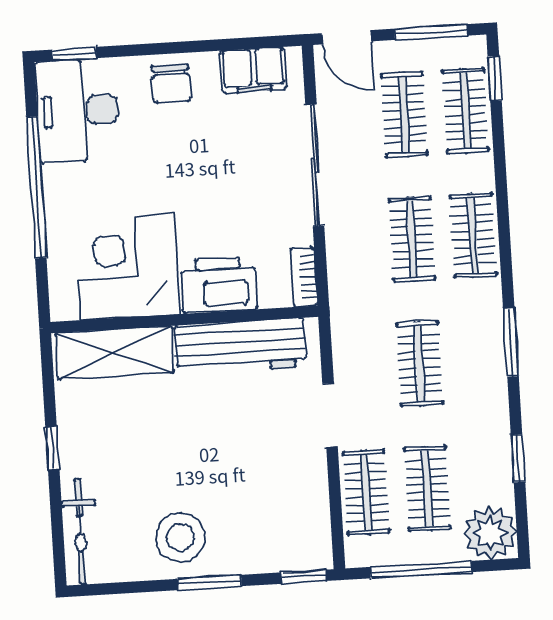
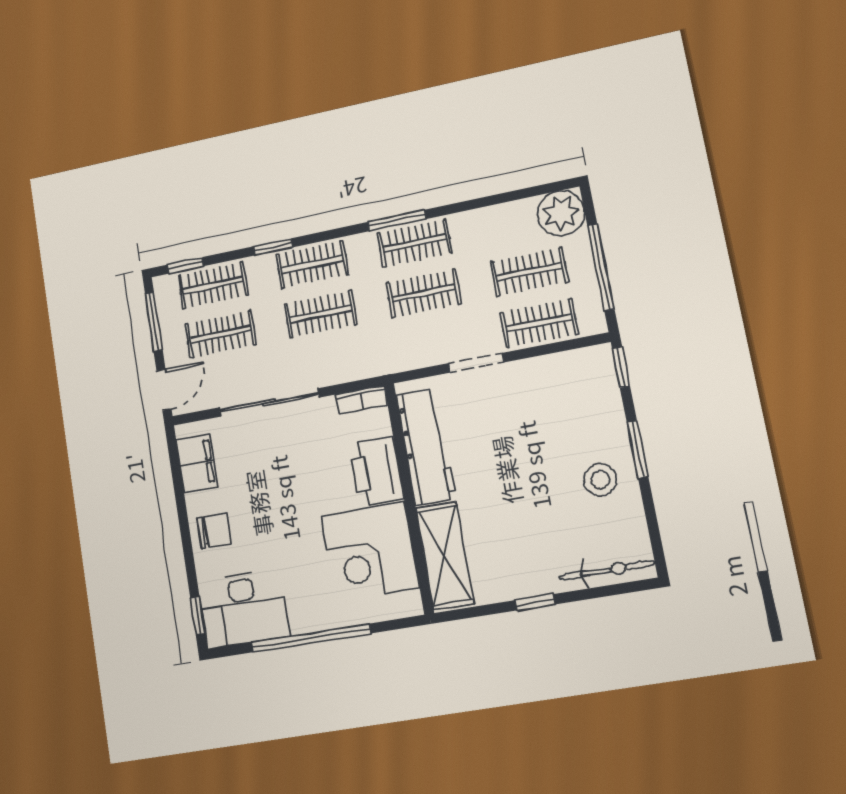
clothes rail: (481, 360) -> (414, 243), added
window: (518, 458) -> (273, 247), moved
stool: (180, 537) -> (600, 480), width x0.73, depth x0.73

